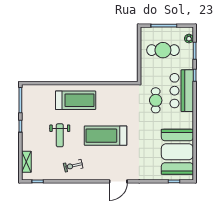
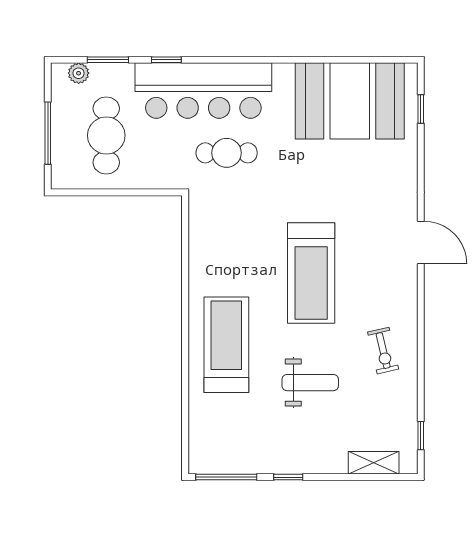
bar counter: (182, 91) -> (203, 91), width x1.36

